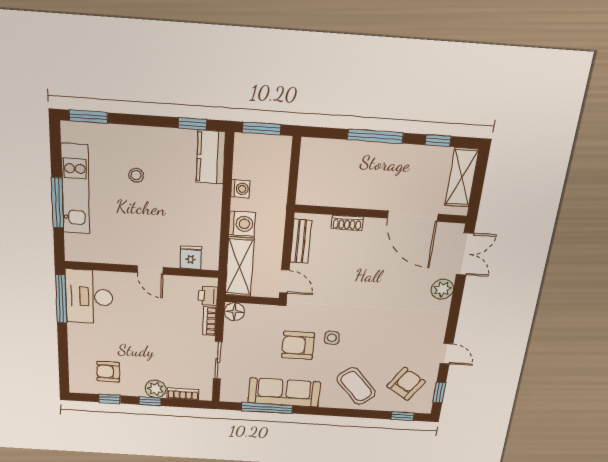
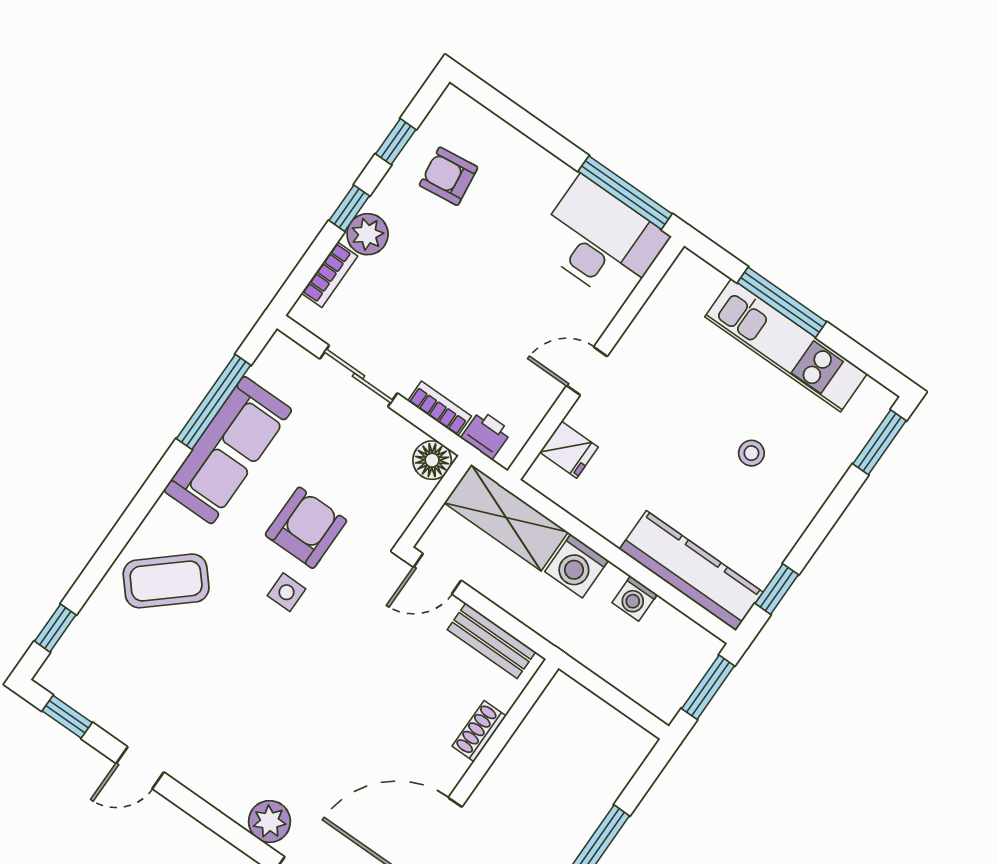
kitchen counter: (211, 157) -> (691, 571), width x1.50
armchair: (108, 372) -> (449, 176), turned -97
armchair: (406, 384) -> (119, 669), removed

